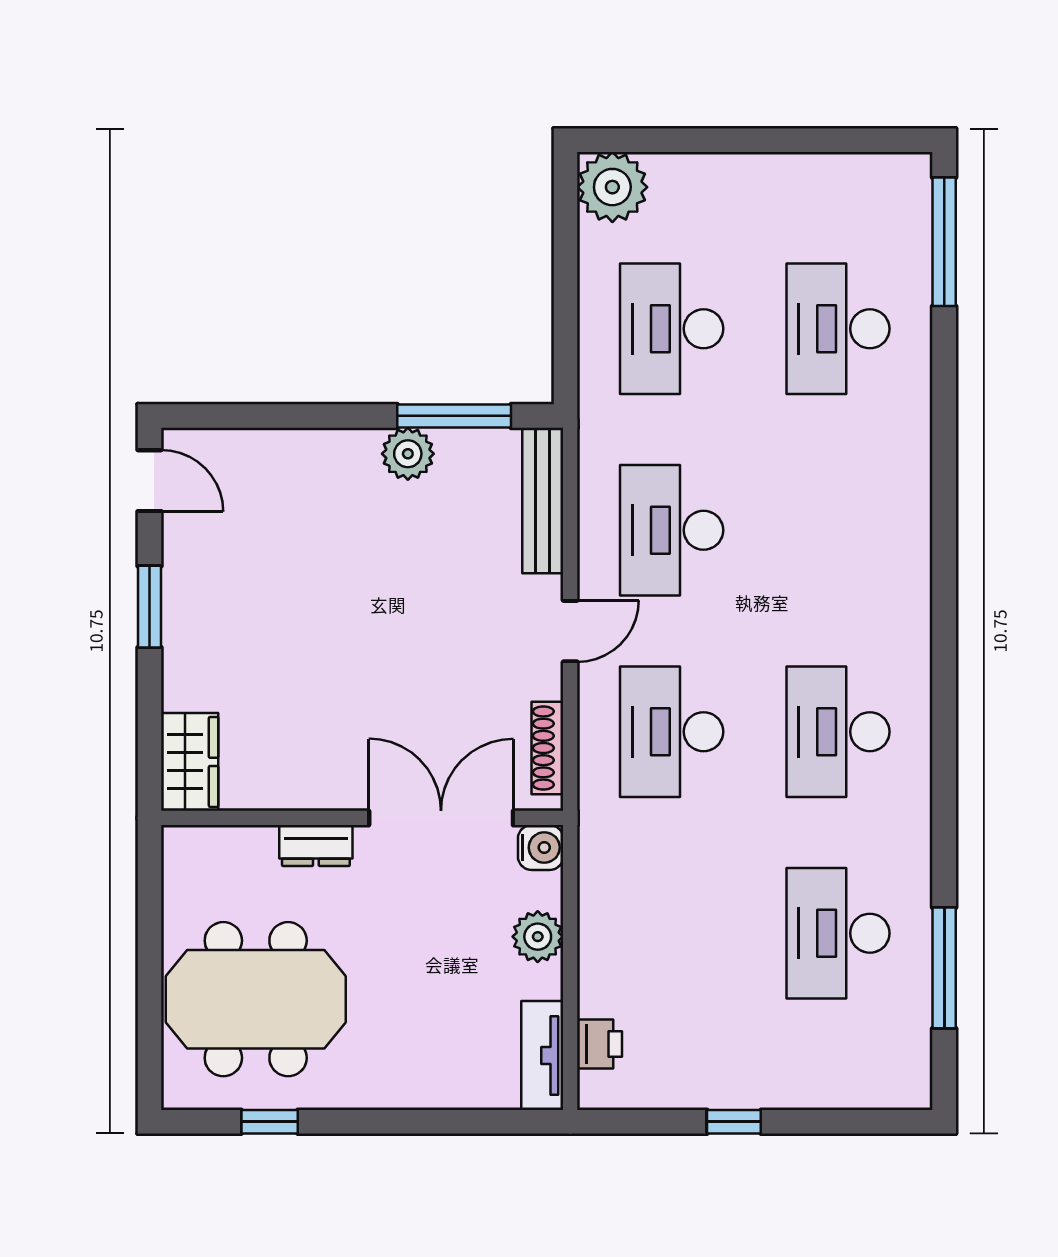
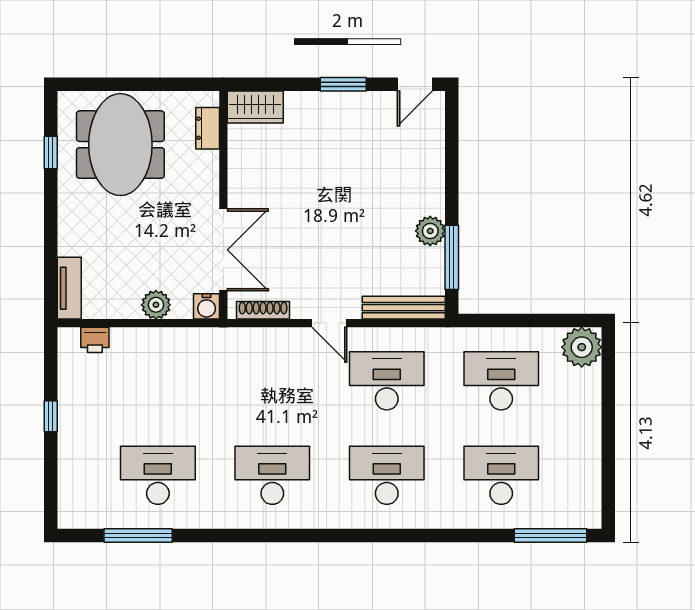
desk: (672, 732) -> (387, 475), moved
dresser: (316, 846) -> (208, 128), moved
tv unit: (542, 1055) -> (69, 288), moved, turned 90

